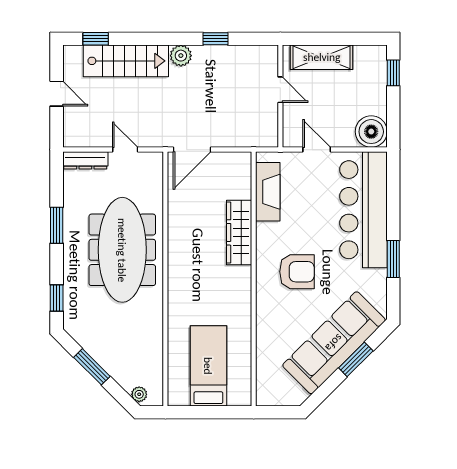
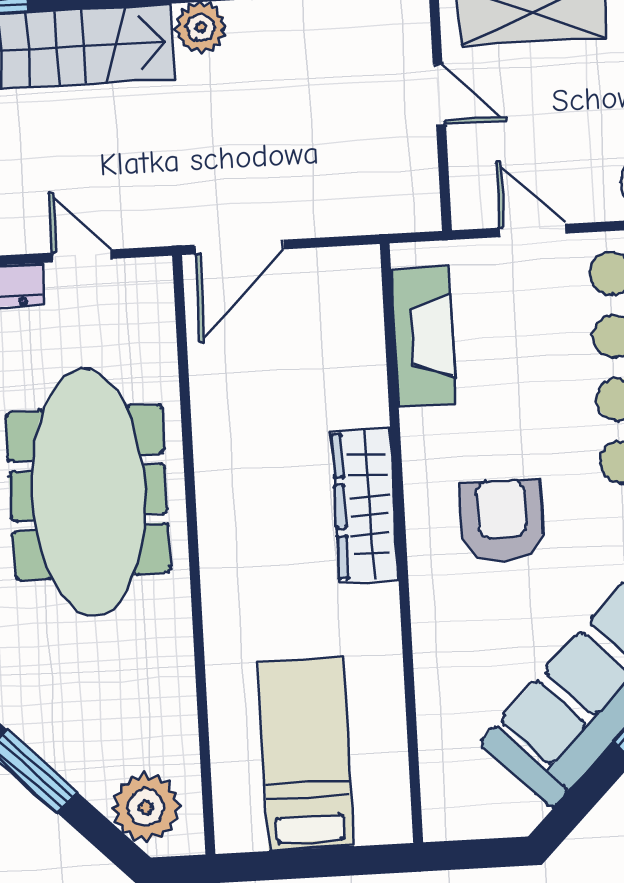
wardrobe: (239, 232) -> (365, 505), moved
armchair: (297, 272) -> (502, 521), turned -90
plant: (139, 394) -> (146, 807), width x1.87, depth x1.87

